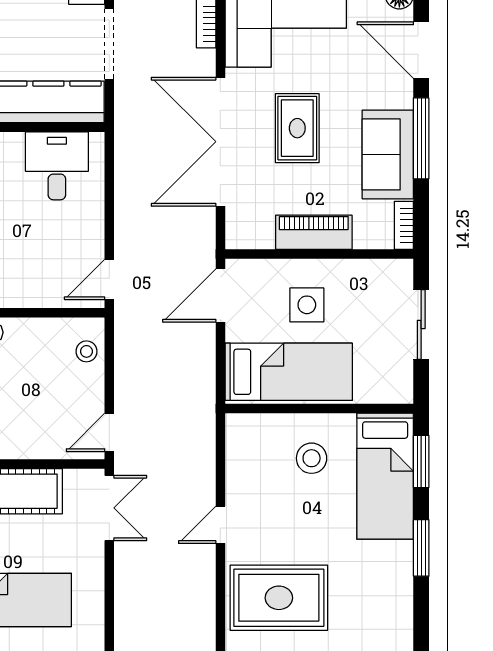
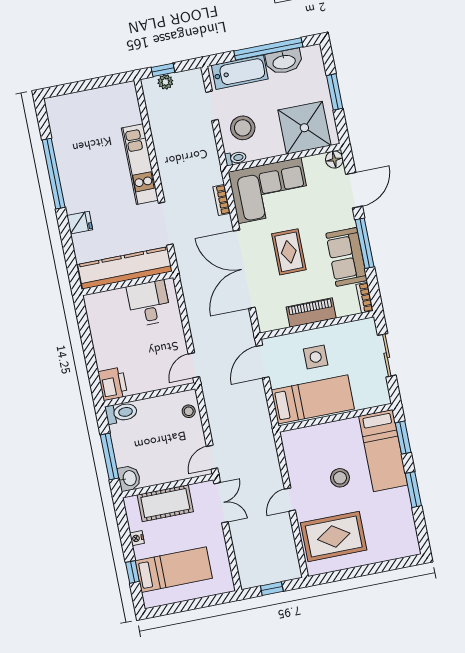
door: (421, 50) -> (354, 190), swing flipped
stool: (312, 458) -> (340, 478), moved

